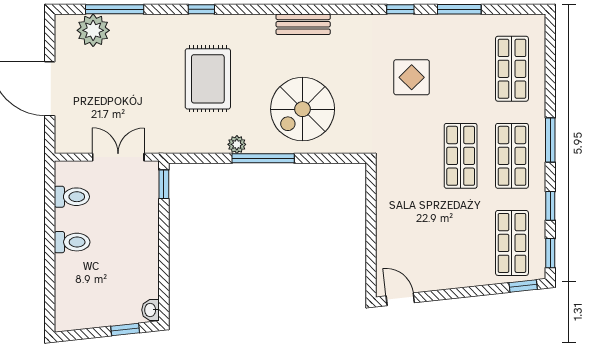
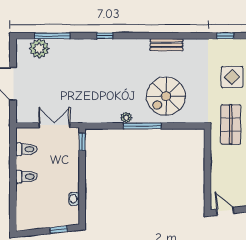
rug: (208, 79) -> (109, 78), removed
shop shelf: (409, 156) -> (231, 124), added
washbasin: (151, 310) -> (74, 199), moved

